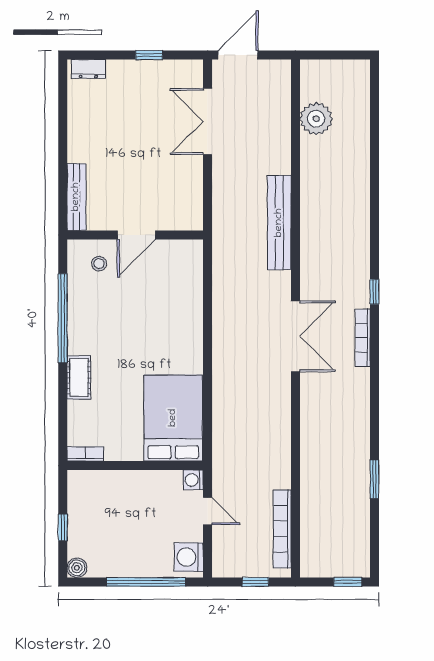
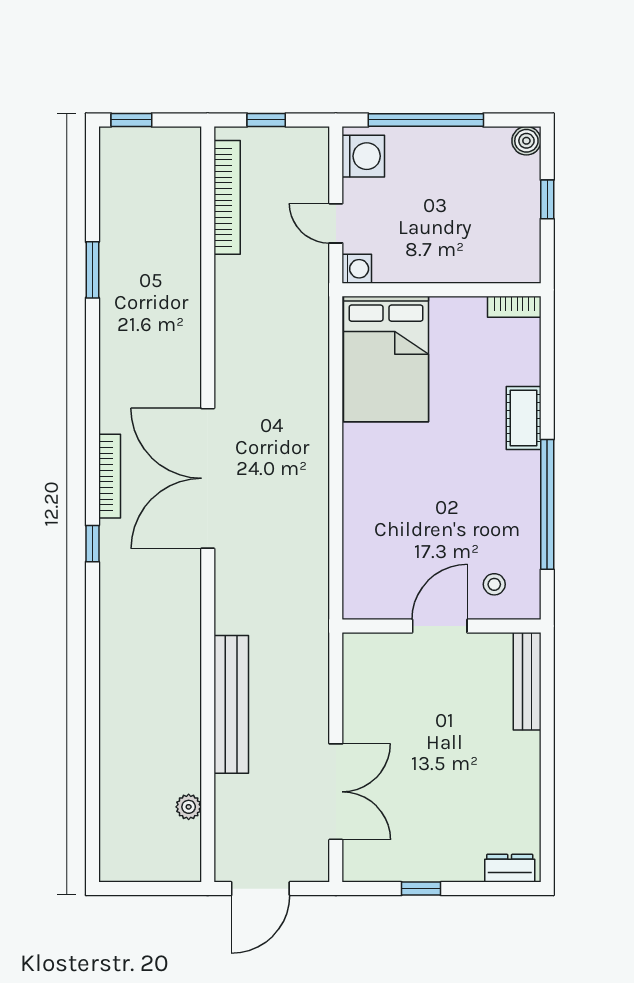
door: (238, 55) -> (260, 889), moved
plant: (316, 119) -> (189, 807), width x0.53, depth x0.53
bench: (279, 223) -> (231, 704), moved
double door: (295, 336) -> (208, 478), width x1.36

